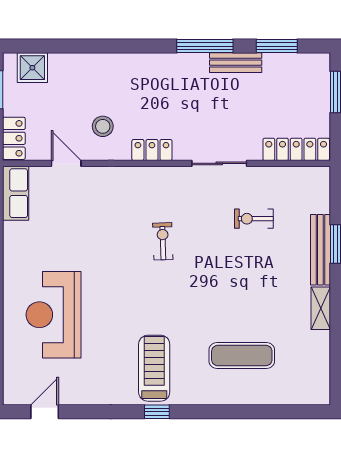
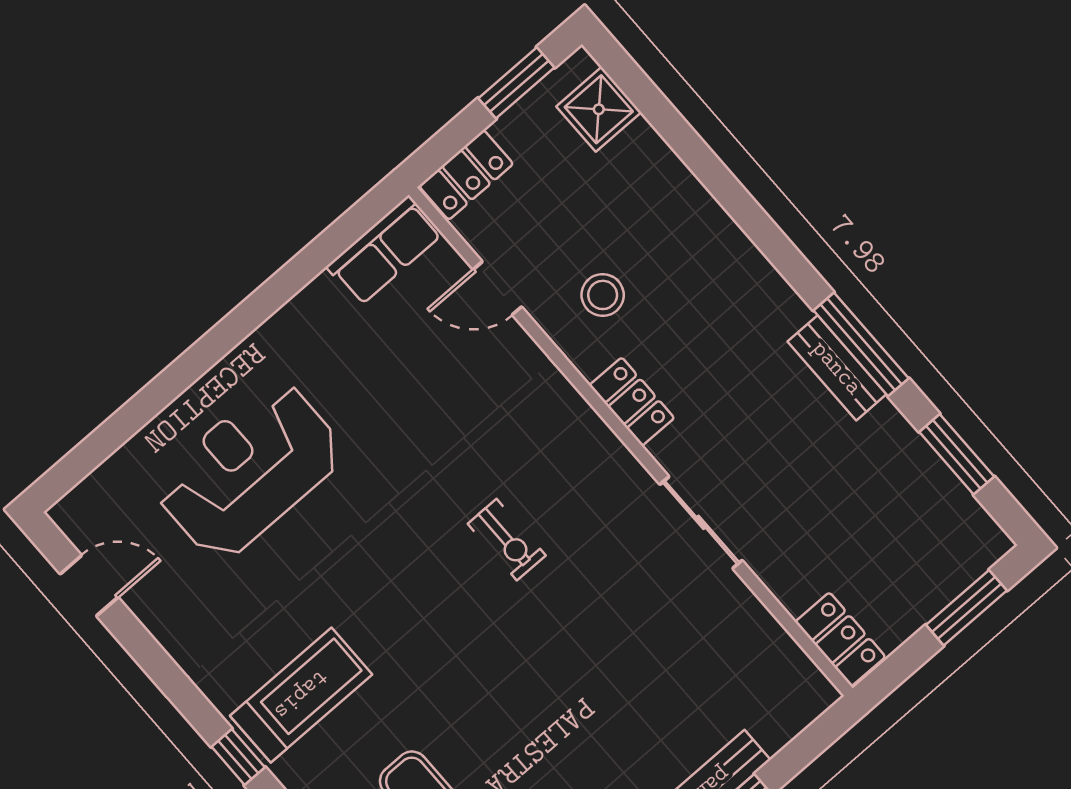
bench: (236, 63) -> (837, 368), moved
locker: (296, 149) -> (840, 639), width x0.66
door: (66, 163) -> (497, 288), swing flipped
exercise bike: (254, 219) -> (662, 649), removed
exercise bike: (163, 241) -> (507, 540), turned 92

